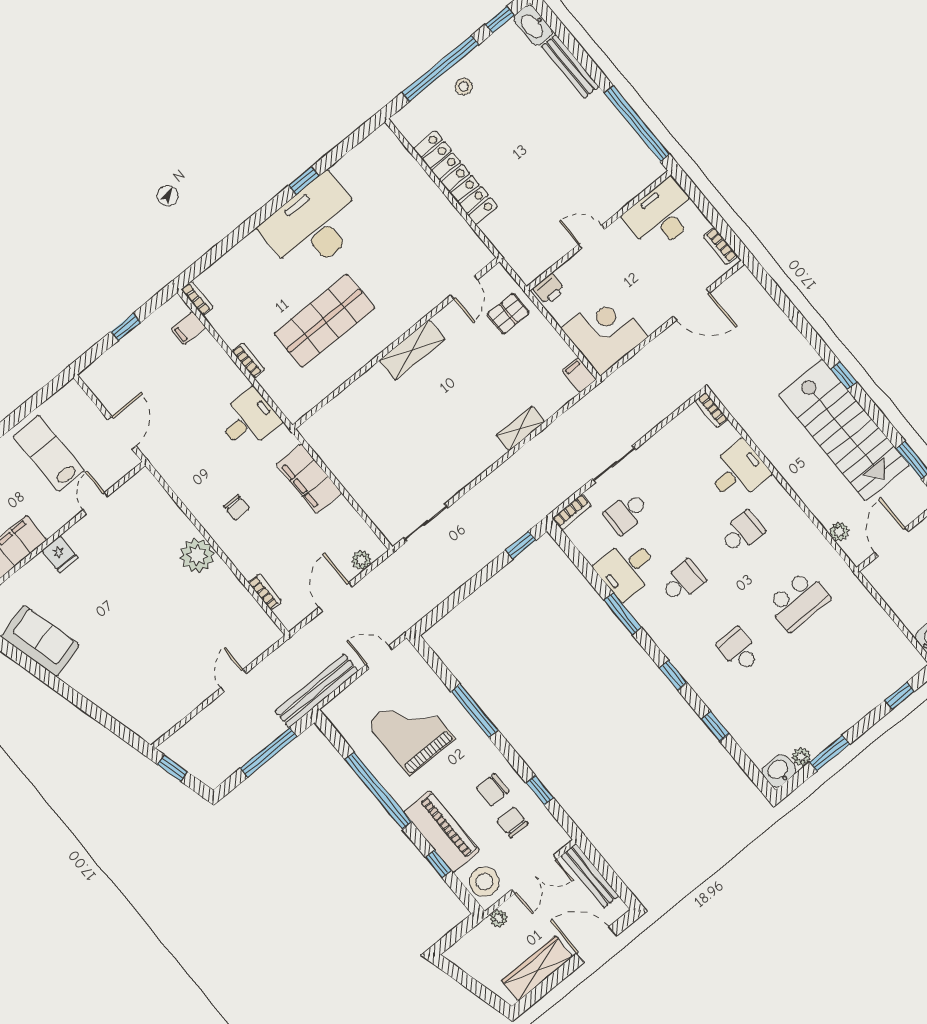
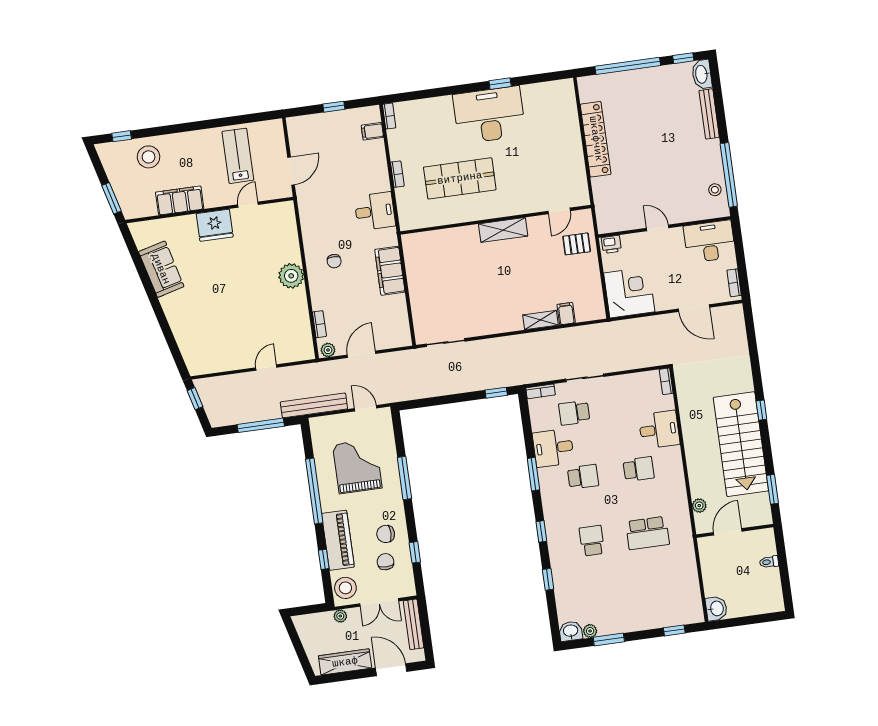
stool: (464, 86) -> (715, 190), moved
filing cabinet: (579, 375) -> (566, 314), moved
fridge: (60, 554) -> (215, 225), width x1.88, depth x1.34
plant: (361, 560) -> (328, 350), moved

